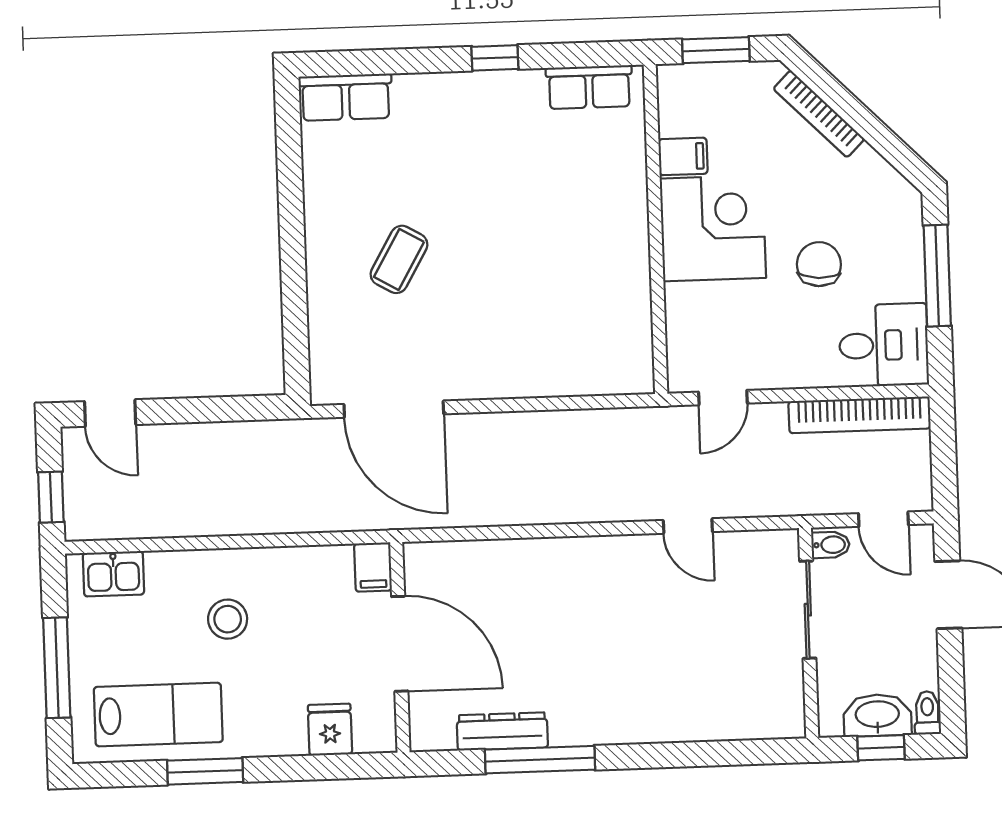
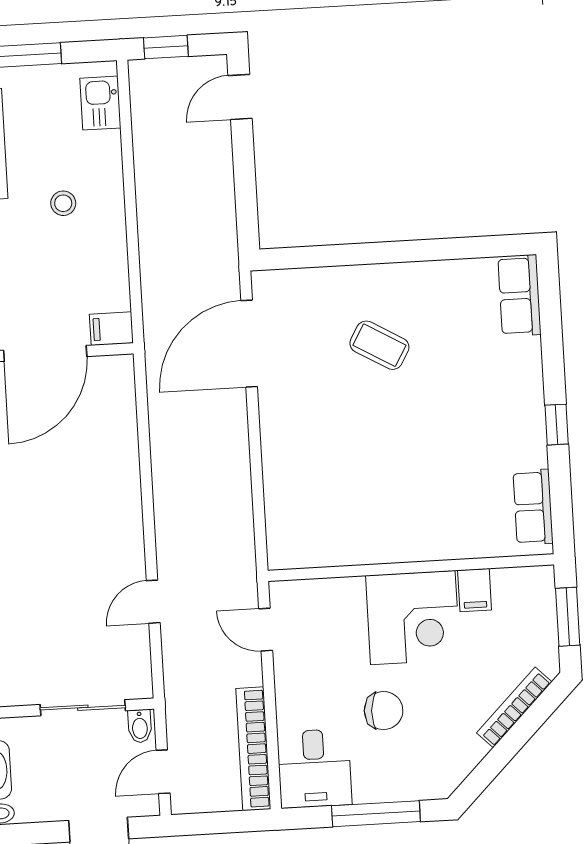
stool: (228, 619) -> (63, 203), width x0.73, depth x0.73

